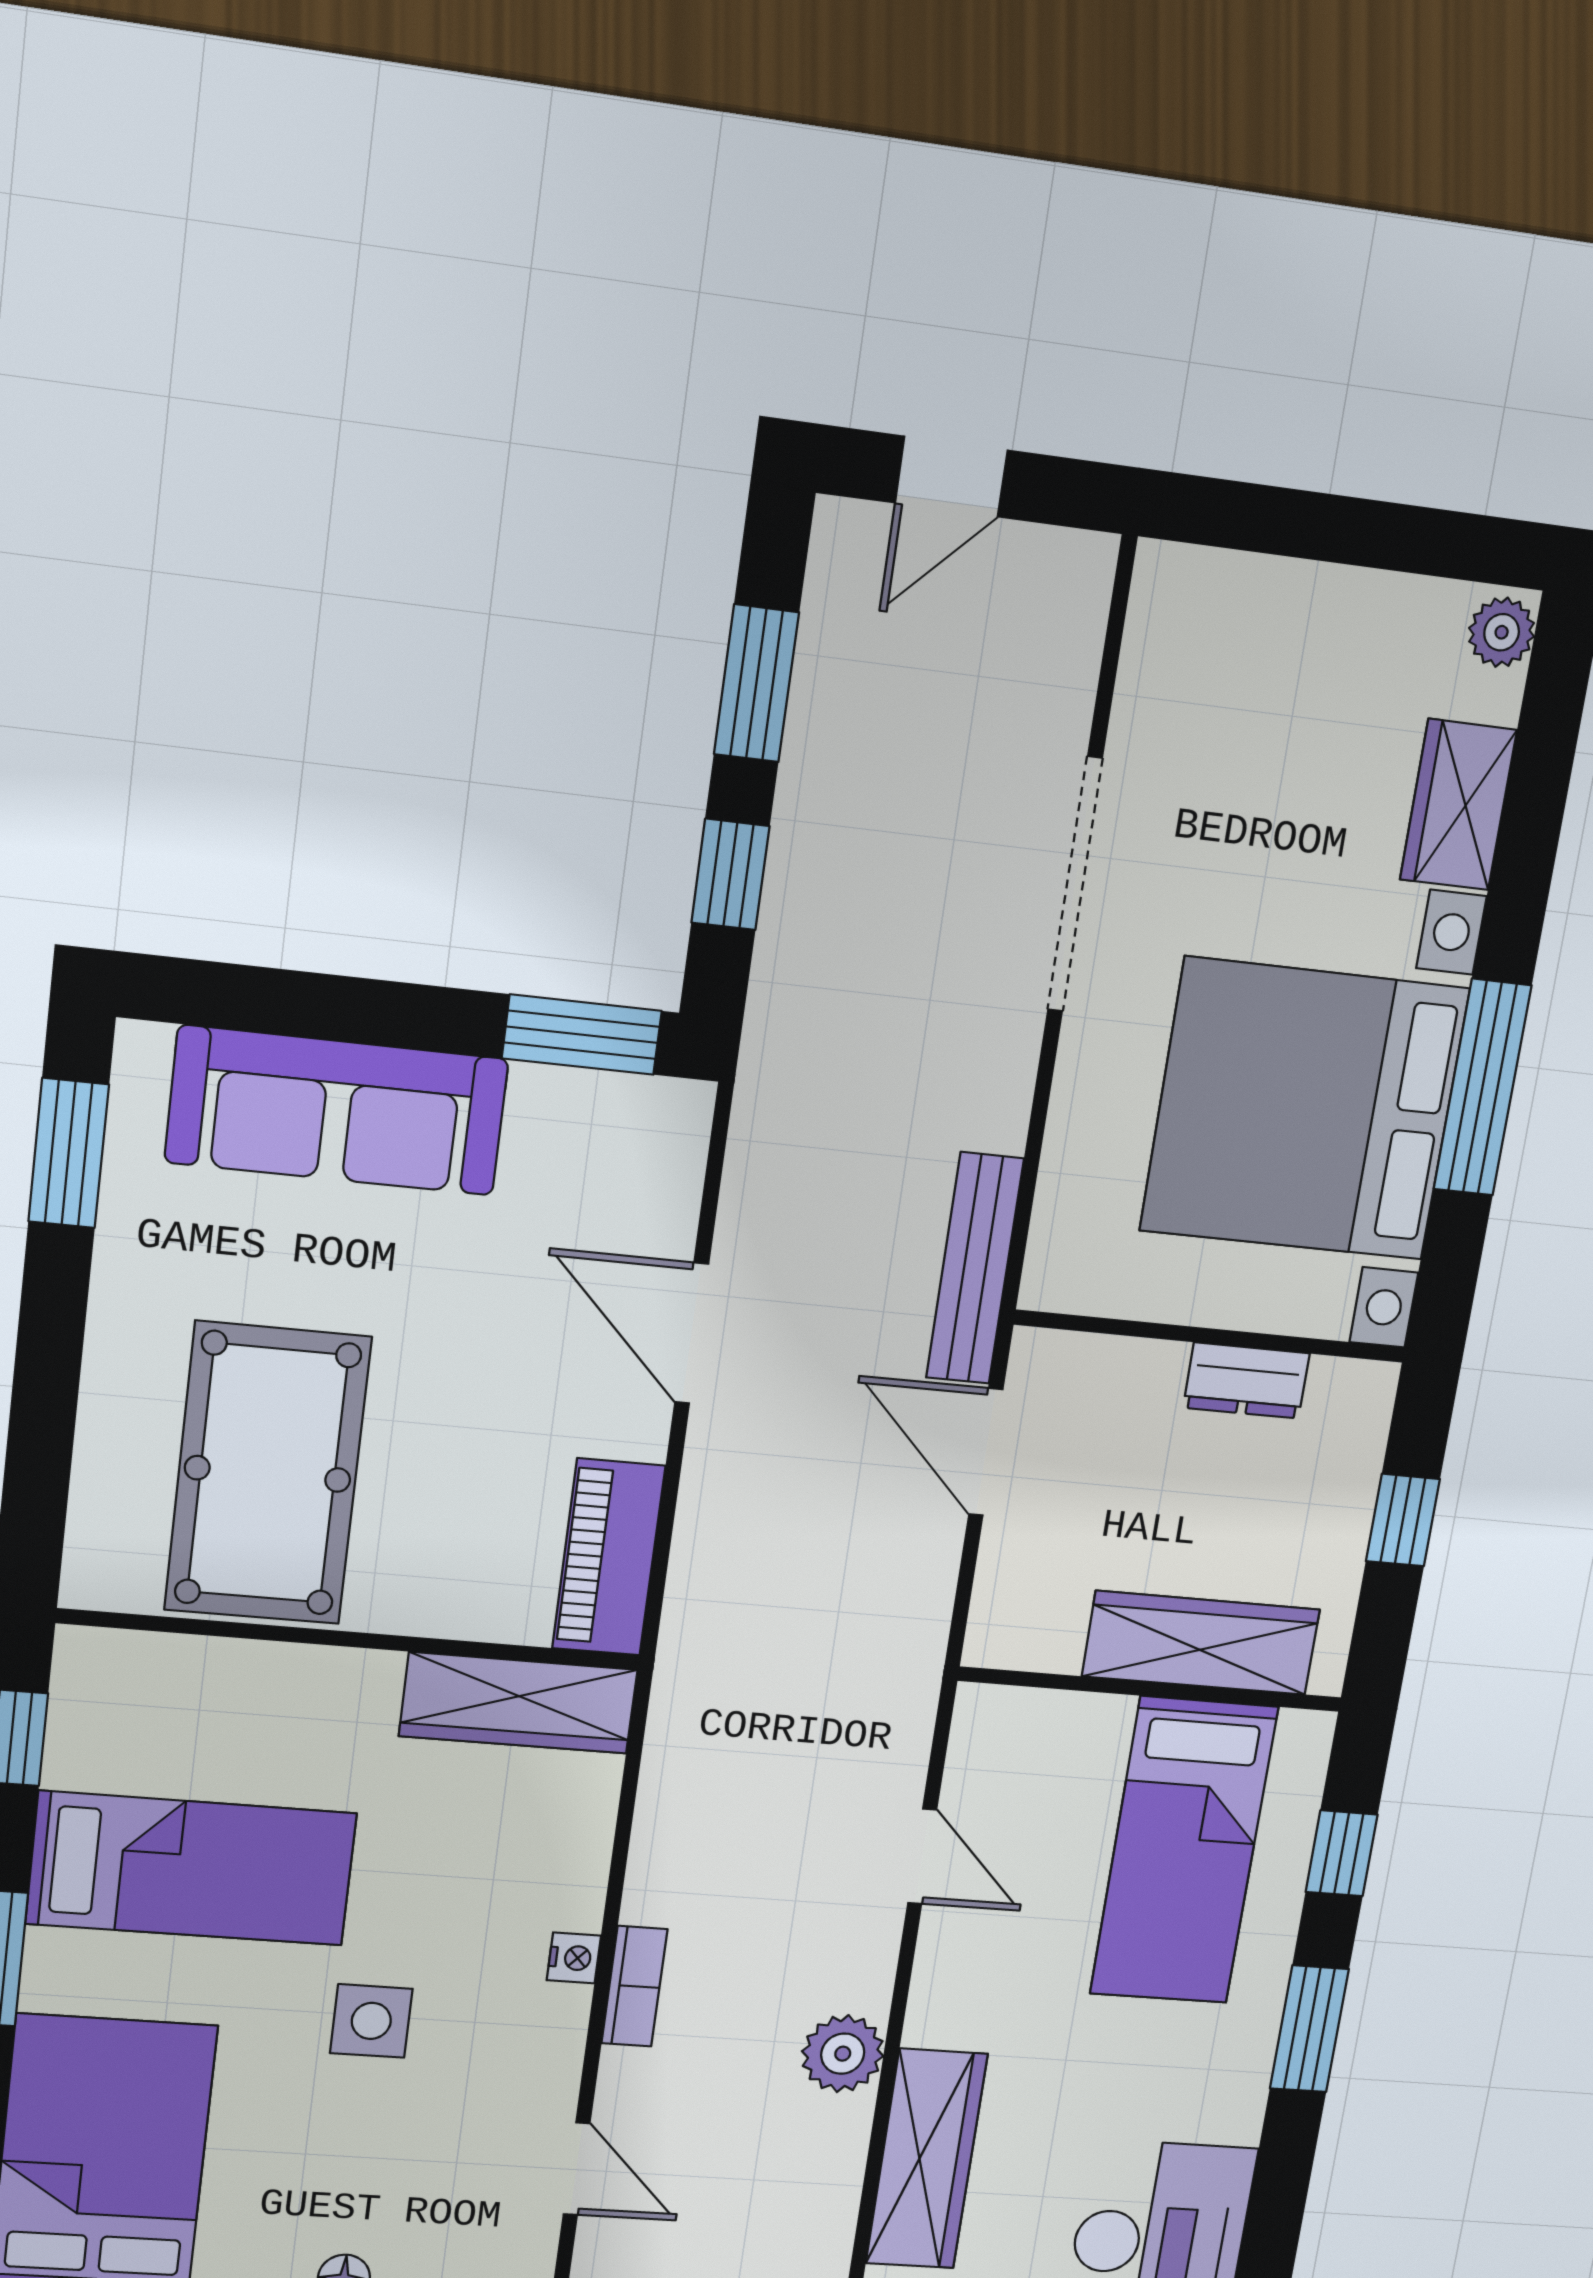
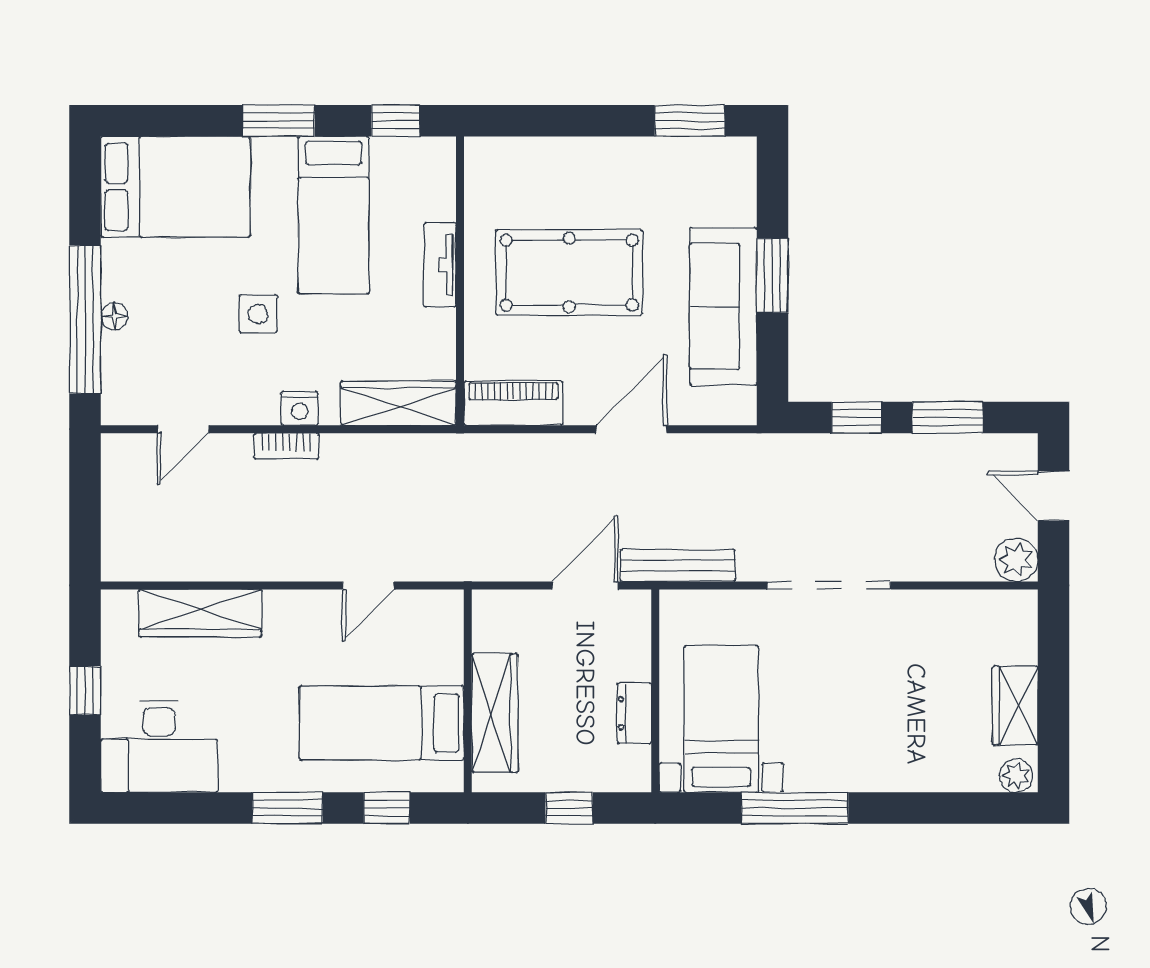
wardrobe: (1458, 805) -> (1015, 706), moved, turned -90
doorway: (1075, 885) -> (829, 585), moved
window: (582, 1035) -> (772, 276), moved
bed with nightstands: (1304, 1110) -> (721, 719), width x0.54
sofa: (337, 1111) -> (723, 306), moved
pool table: (268, 1474) -> (569, 273), moved
tv unit: (314, 1675) -> (440, 265), added
wardrobe: (518, 1703) -> (398, 403), moved, turned 90
nightstand: (574, 1958) -> (300, 409), width x1.39, depth x1.35
plant: (843, 2054) -> (1016, 560), moved

